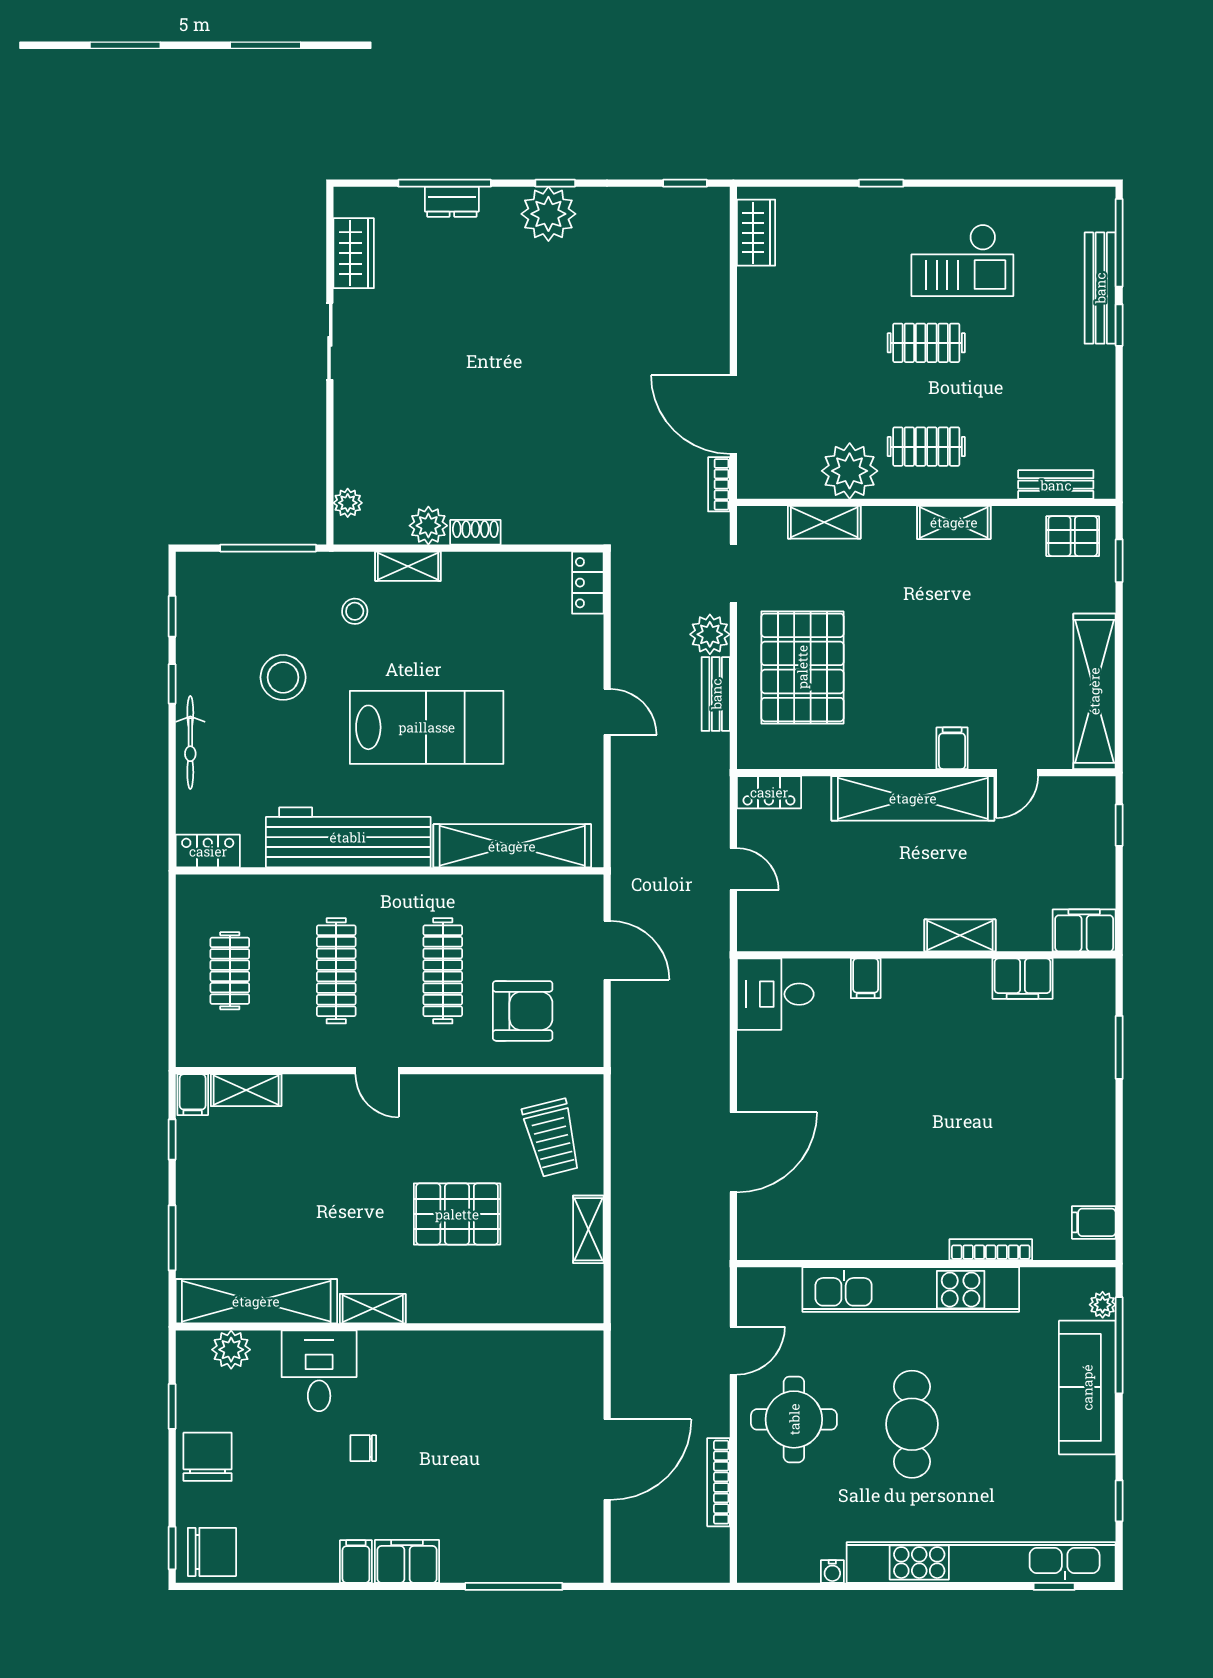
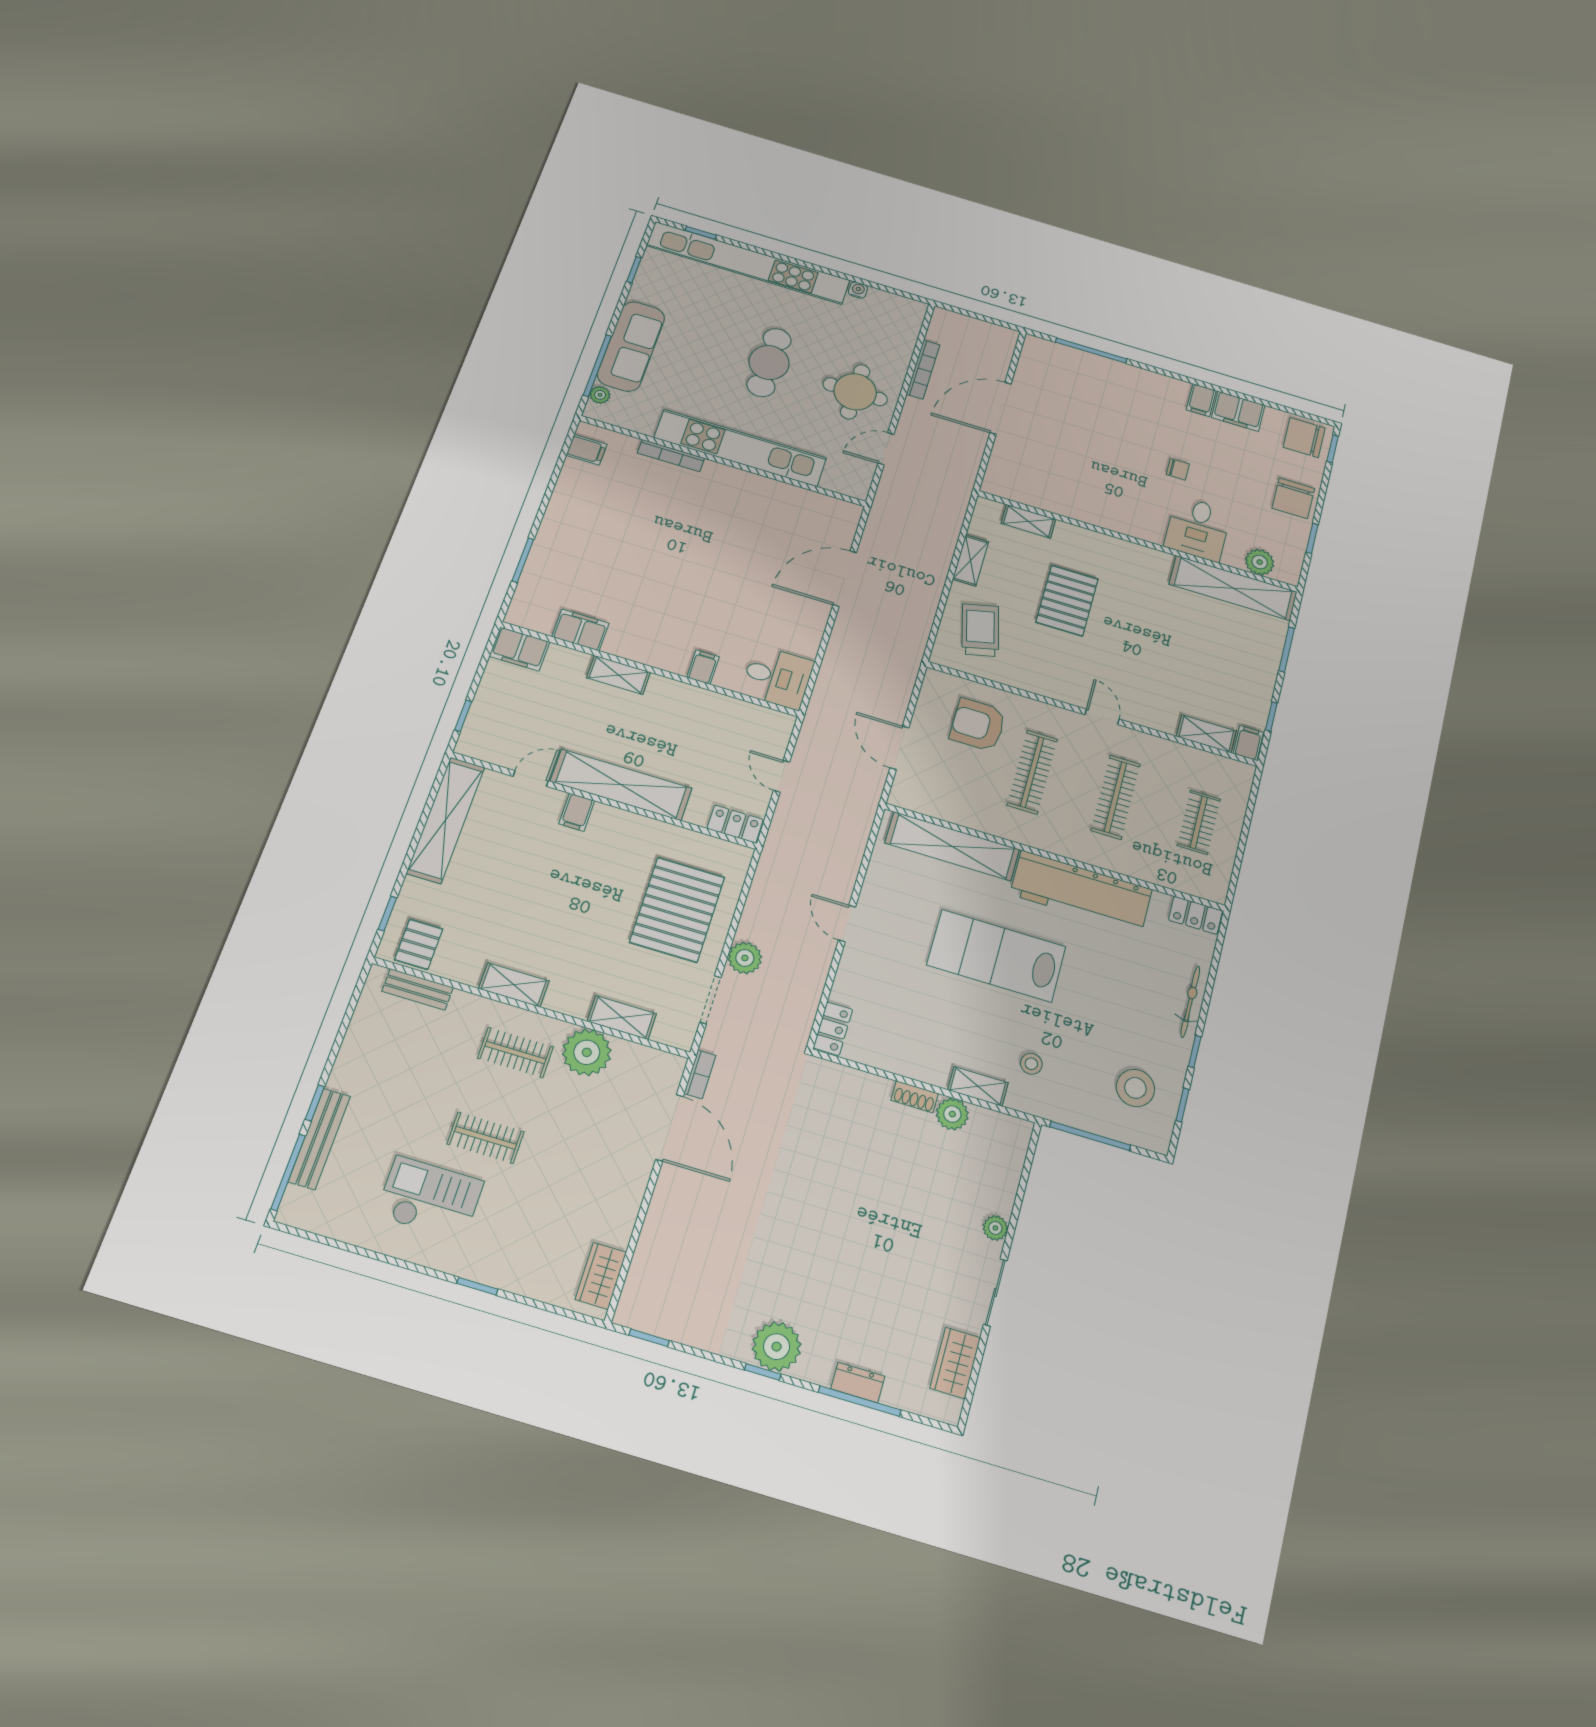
plant: (348, 503) -> (995, 1228), moved
pallet: (1073, 536) -> (419, 944), turned 90
stool: (283, 677) -> (1135, 1088), moved
bench: (716, 694) -> (755, 911), removed
pallet: (457, 1214) -> (1067, 601), turned 90
shelving: (373, 1309) -> (1028, 521), moved
filing cabinet: (407, 1561) -> (1238, 411), moved

